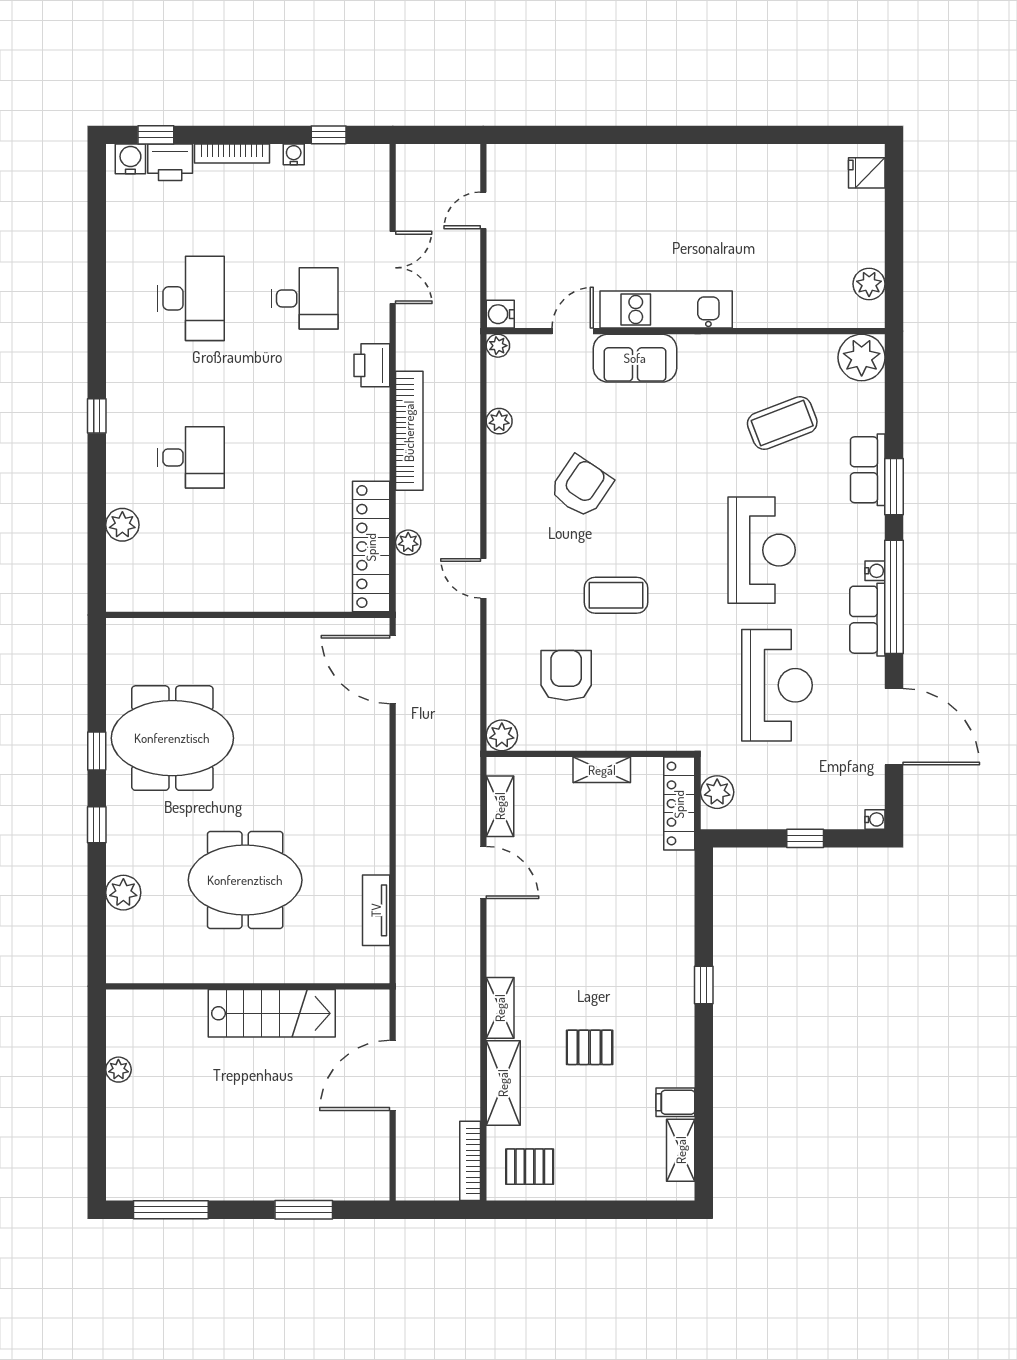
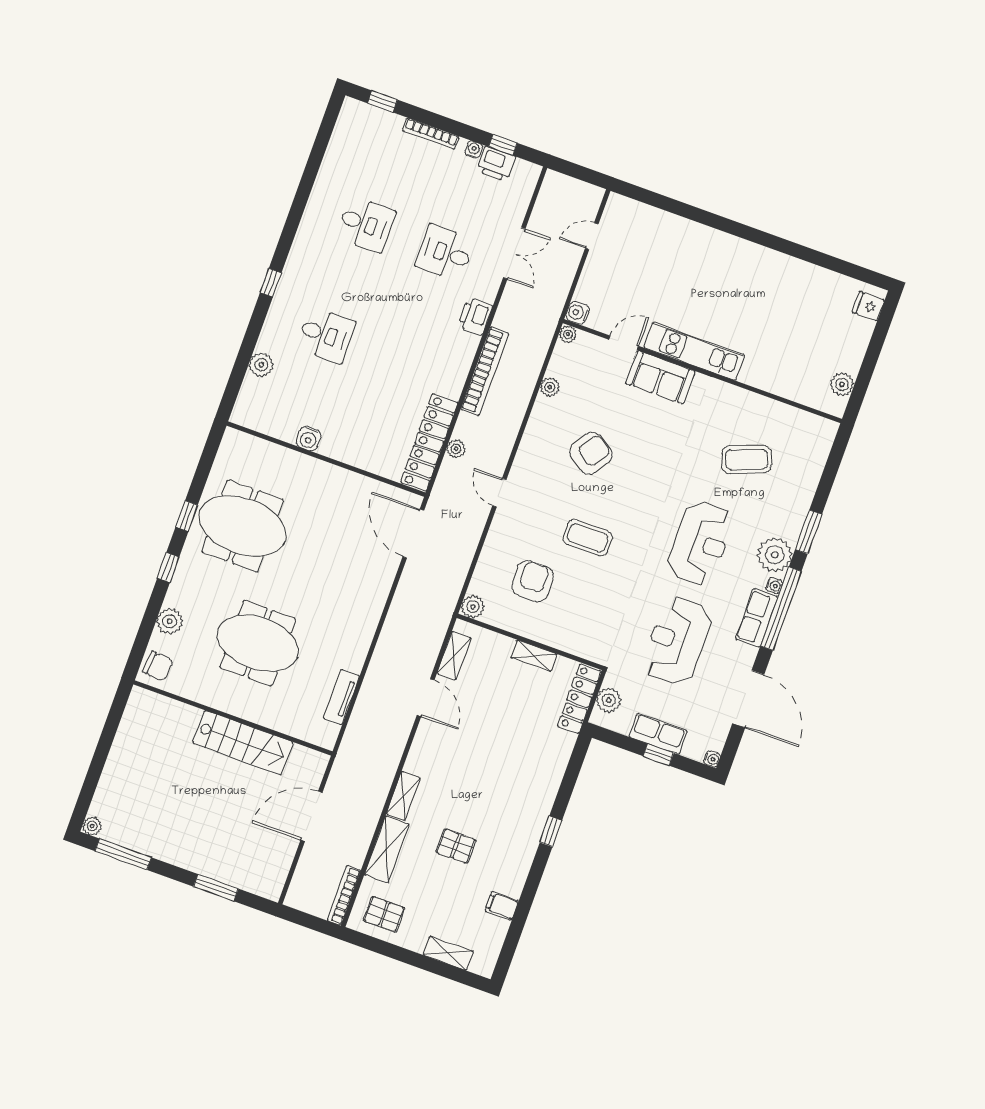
water cooler: (130, 159) -> (309, 439), moved, turned 180
printer: (170, 162) -> (496, 164), moved
desk: (191, 298) -> (366, 224), width x0.73
desk: (305, 298) -> (445, 253), turned 180
plant: (862, 357) -> (775, 555), moved
row of seats: (868, 470) -> (658, 734), moved, turned 90
reception desk: (777, 685) -> (677, 641), turned 180
chair: (129, 955) -> (158, 666), added
plant: (118, 1070) -> (92, 826), moved
shelving: (681, 1150) -> (448, 953), moved, turned 90

